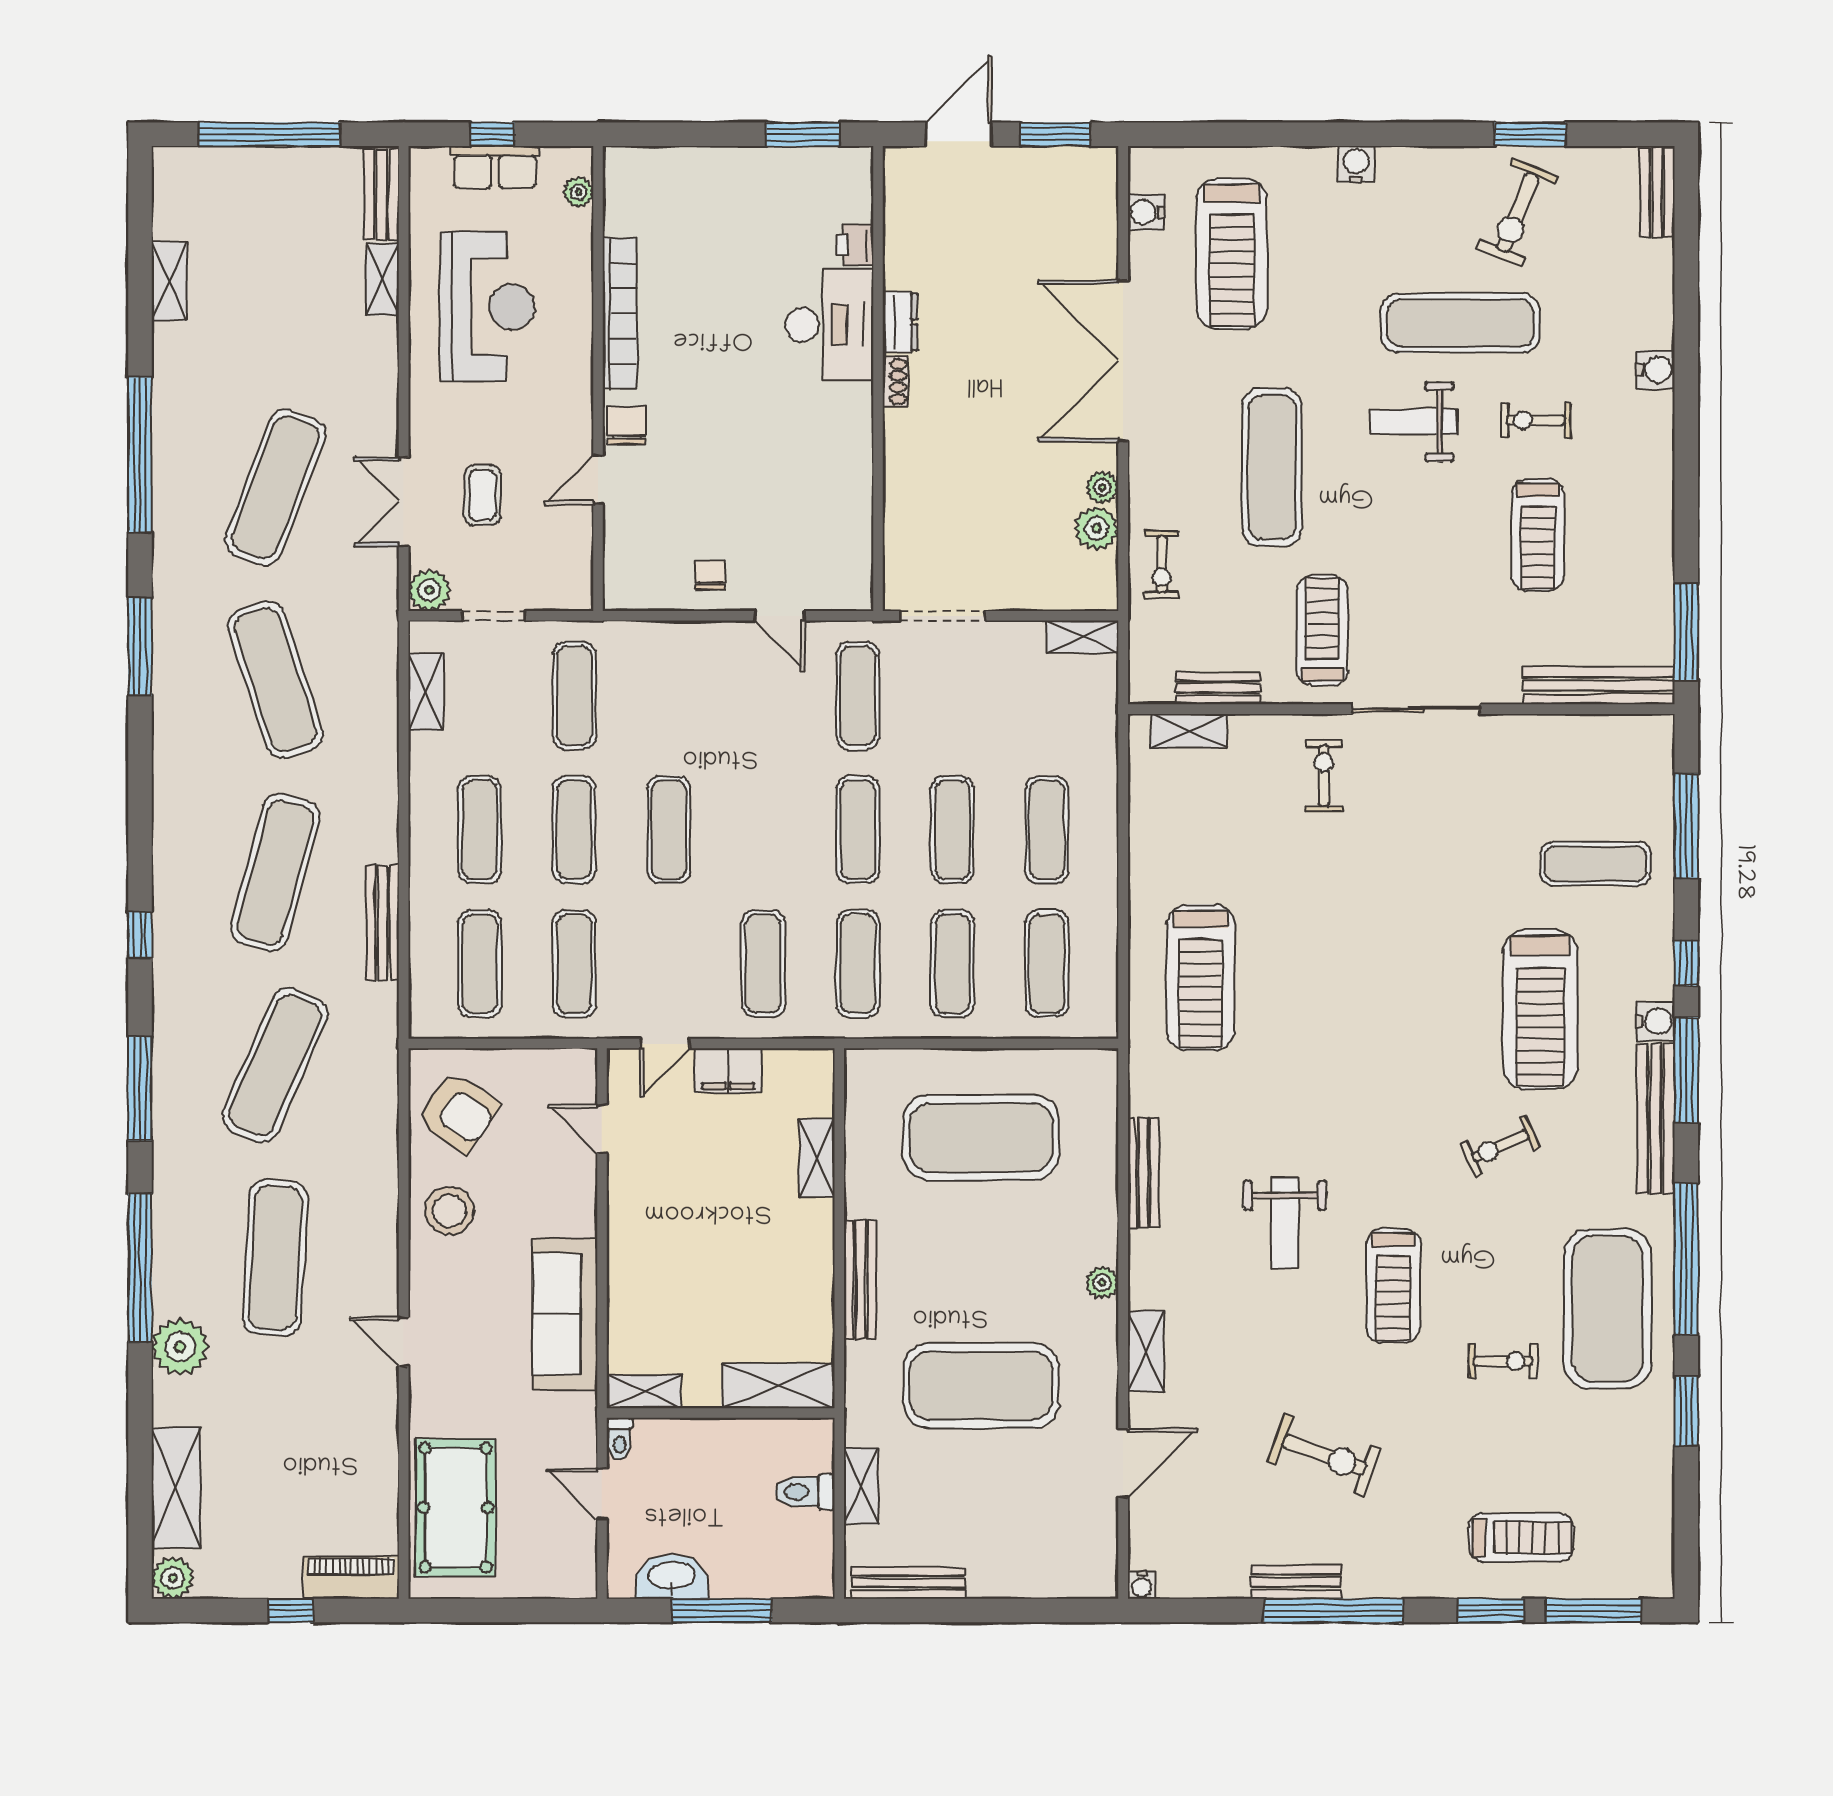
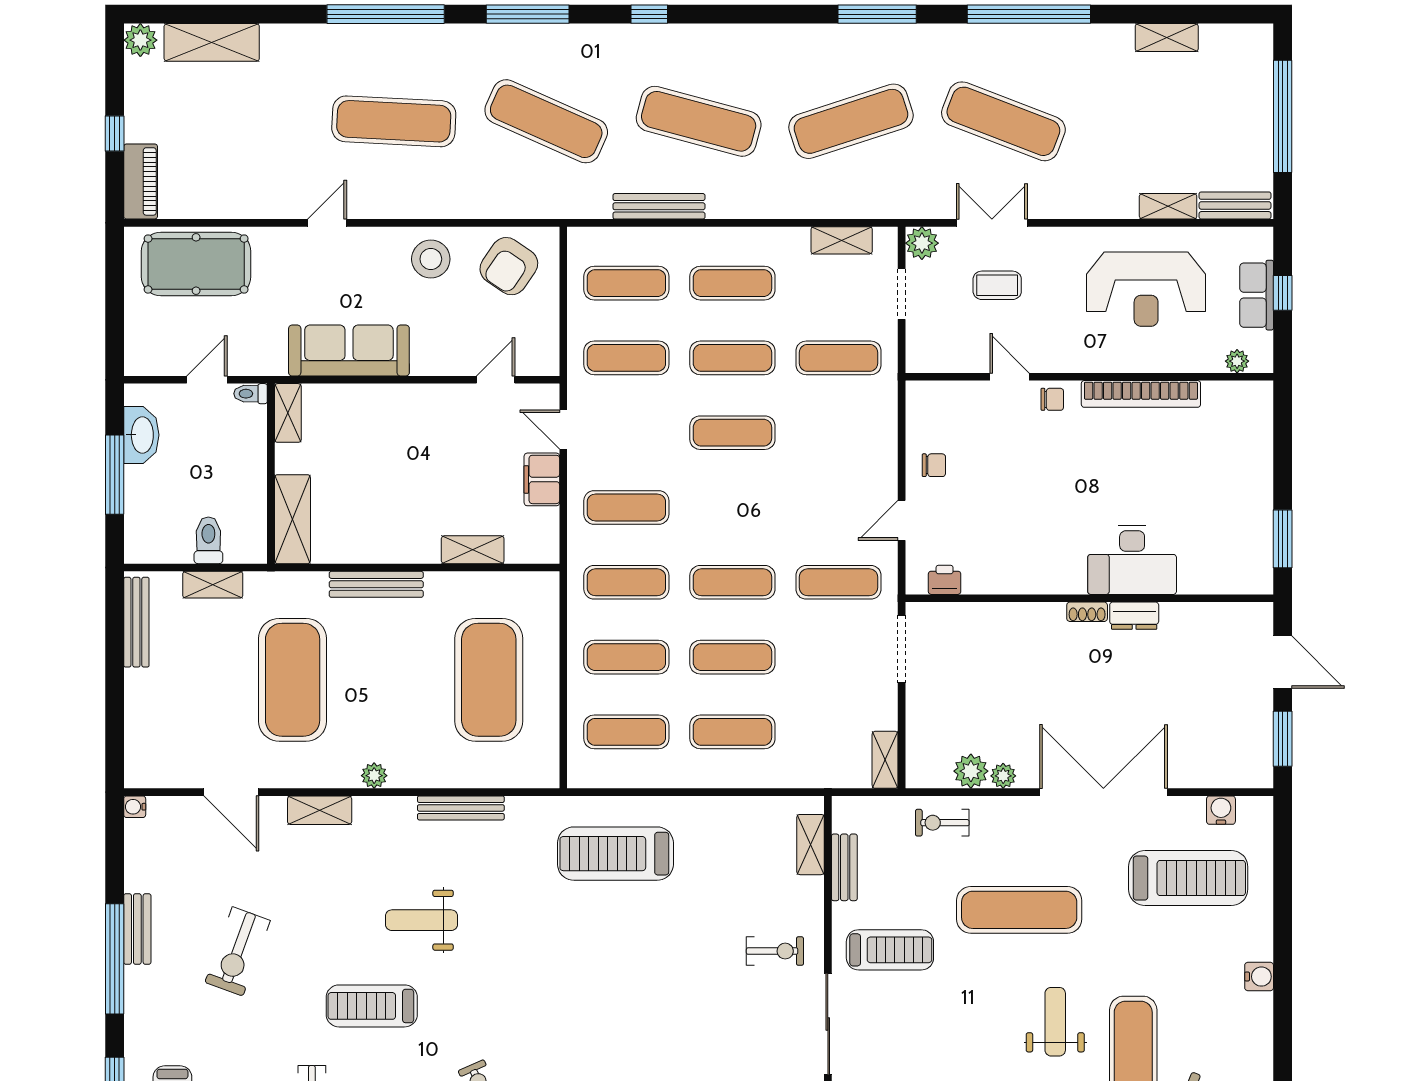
printer: (855, 245) -> (945, 580), moved
treadmill: (1232, 254) -> (1188, 878), turned 180
chair: (627, 425) -> (1052, 399), width x0.73, depth x0.73
plant: (180, 1347) -> (323, 46), removed

